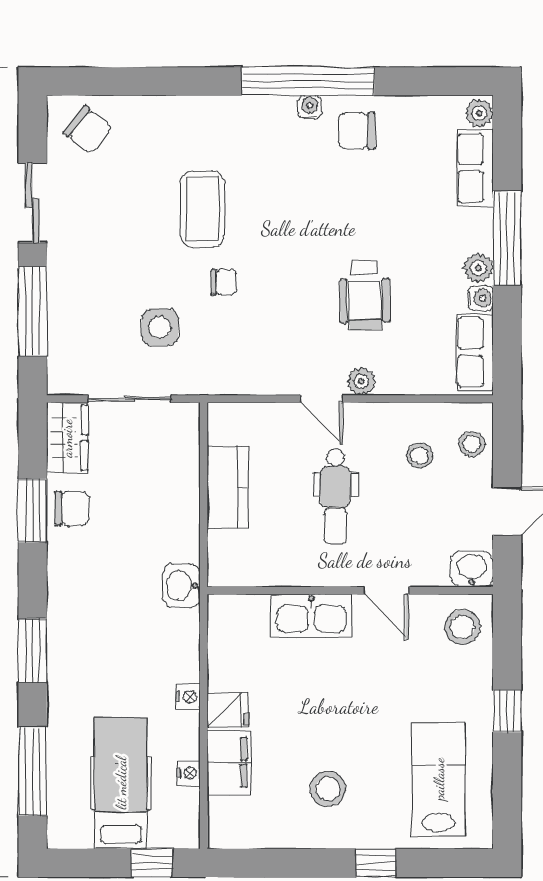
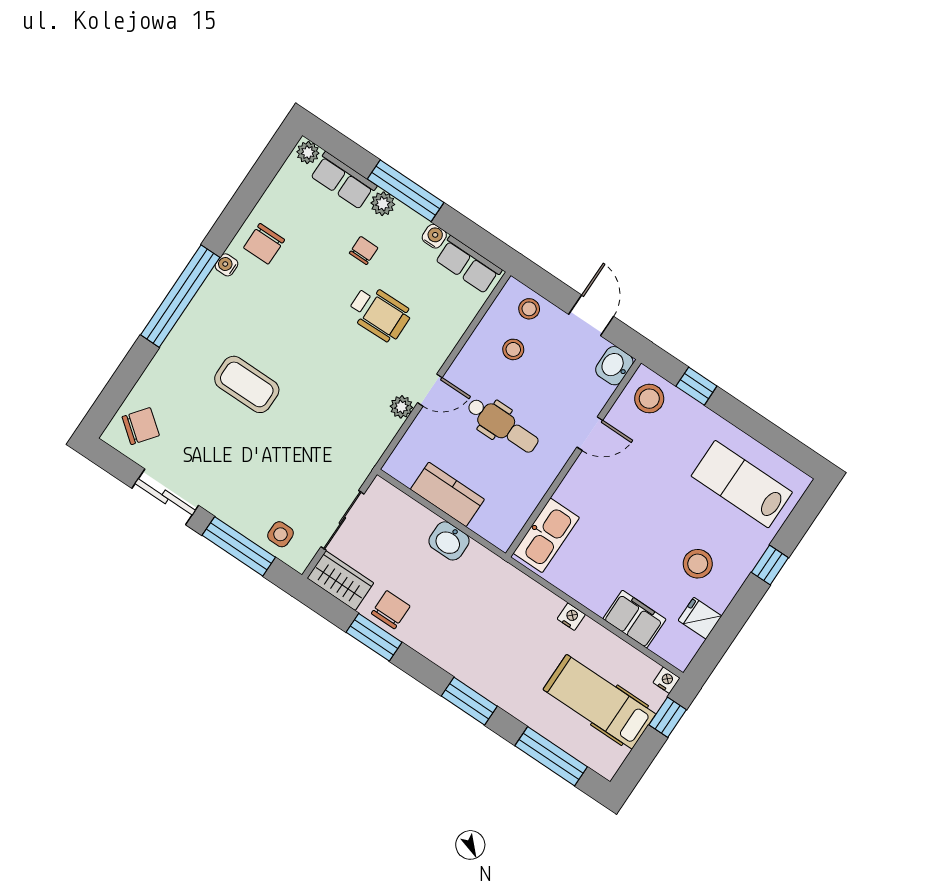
window: (308, 81) -> (180, 296), moved
plant: (478, 268) -> (383, 204), moved
chair: (224, 282) -> (364, 251), moved
side table: (160, 327) -> (280, 534), moved, width x0.73, depth x0.73
plant: (361, 381) -> (401, 407), moved
washbasin: (181, 586) -> (449, 541), moved
kitchen sink: (311, 616) -> (546, 535), moved
fridge: (228, 710) -> (700, 618), moved, turned -90
window: (507, 711) -> (696, 386), moved
nightstand: (188, 773) -> (666, 680), moved

